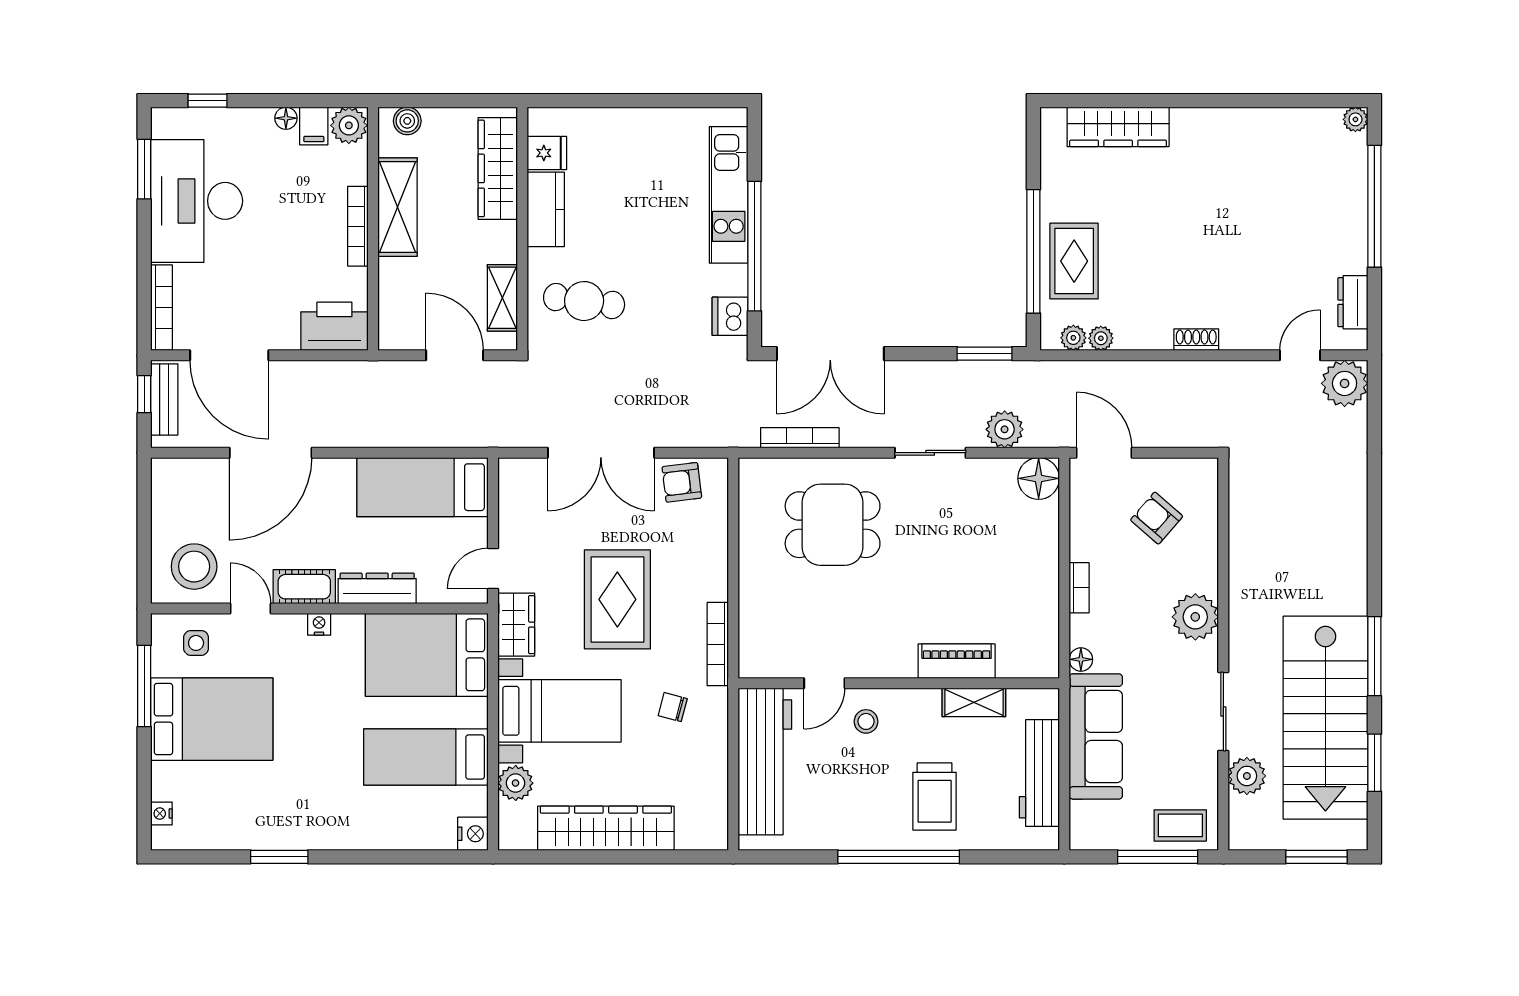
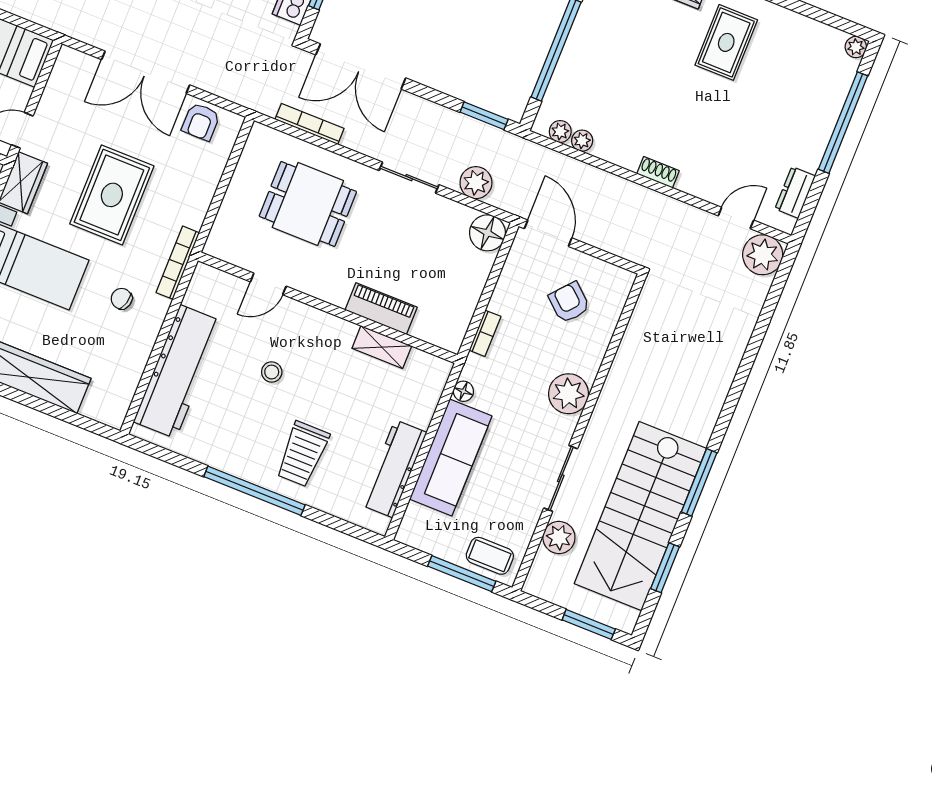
rug: (1074, 261) -> (726, 42), moved
armchair: (682, 482) -> (201, 122), turned -83
piano: (957, 661) -> (381, 309), moved
door: (824, 683) -> (268, 284), moved
wall: (899, 683) -> (328, 308), moved
shelving: (974, 702) -> (382, 347), moved

